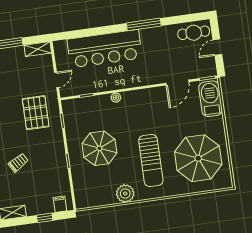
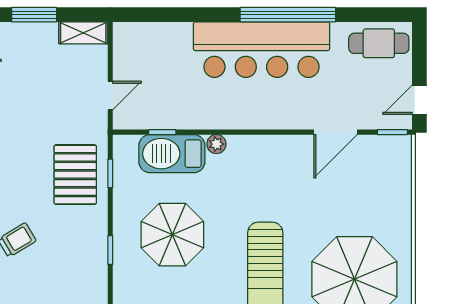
window: (144, 24) -> (288, 15), width x1.46
door: (217, 47) -> (419, 100), moved
bar counter: (105, 49) -> (261, 50), moved
barbecue: (211, 99) -> (172, 154), moved, turned -90
pallet: (36, 113) -> (75, 175), moved

